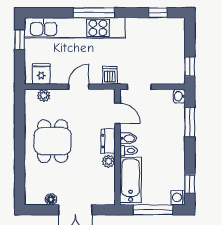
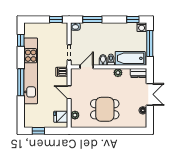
kitchen unit: (75, 28) -> (31, 71), moved
dresser: (108, 141) -> (139, 73), moved

